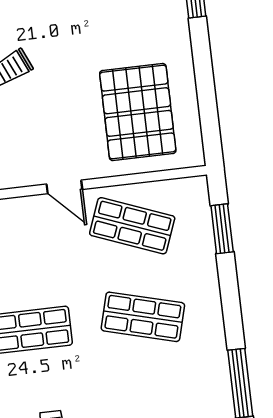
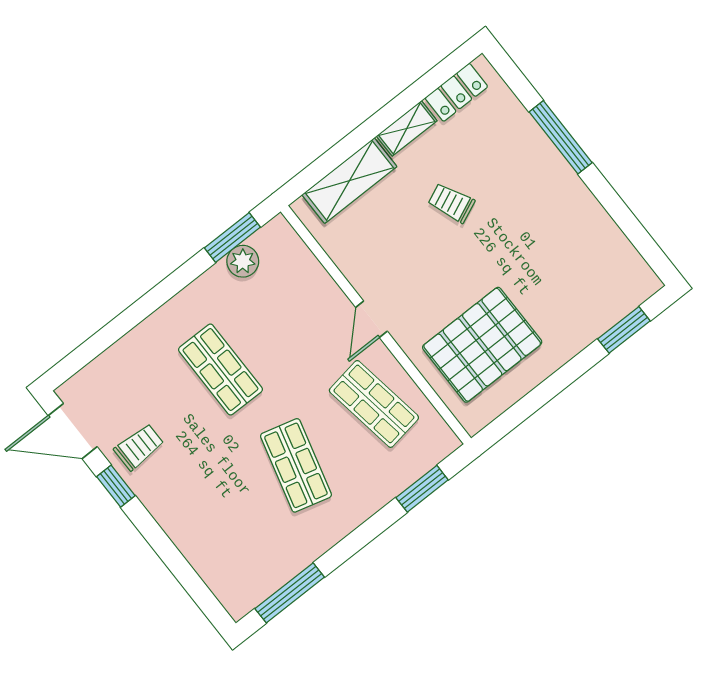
shop shelf: (132, 226) -> (374, 404), turned -30

